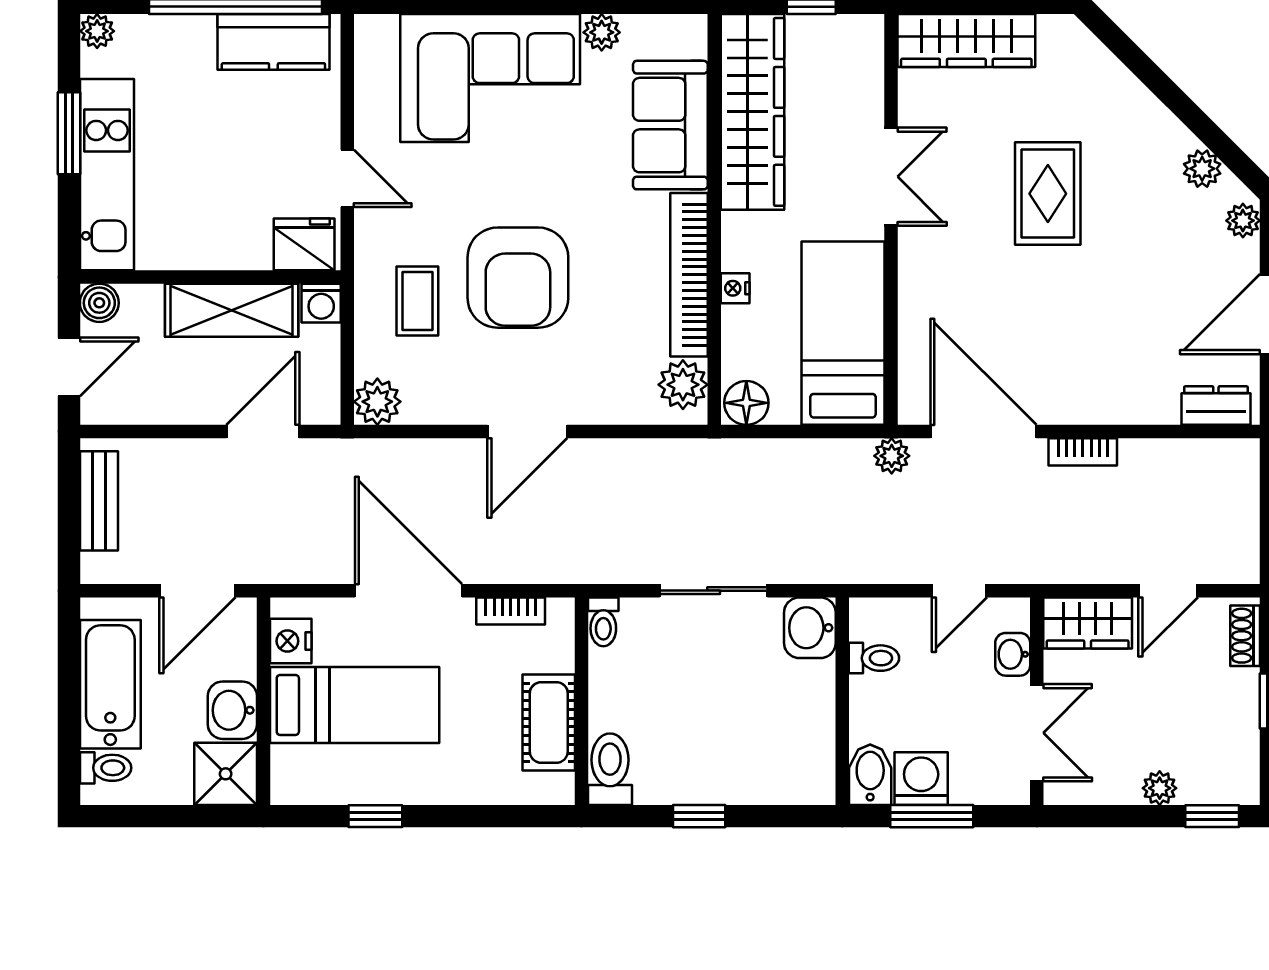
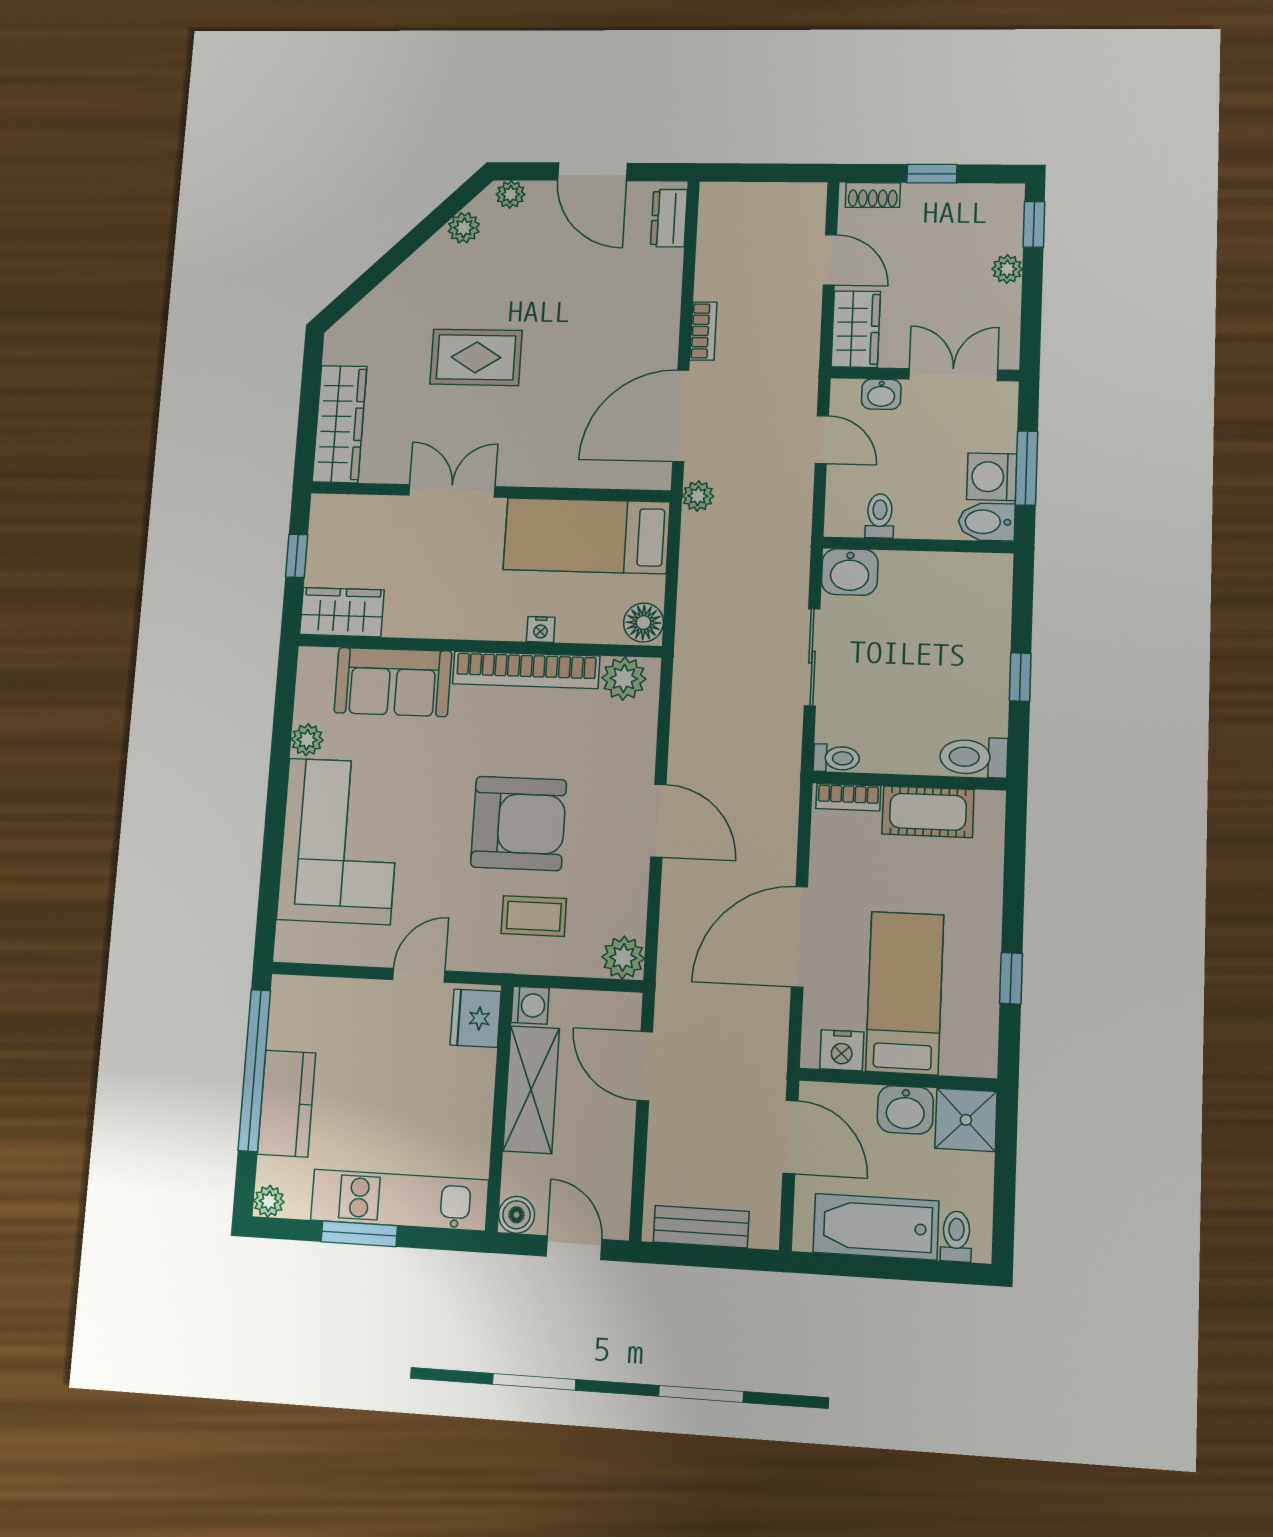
kitchen counter: (273, 42) -> (287, 1103), moved
wardrobe: (752, 112) -> (342, 612), width x0.48, depth x0.85
bookcase: (511, 611) -> (848, 797), moved, turned 90

